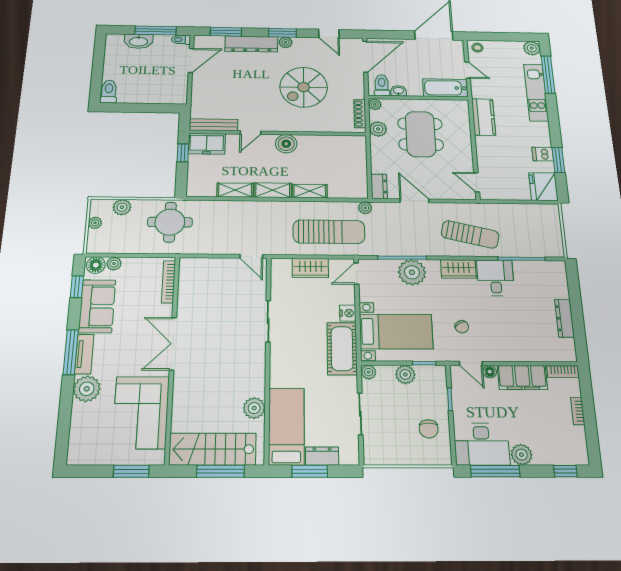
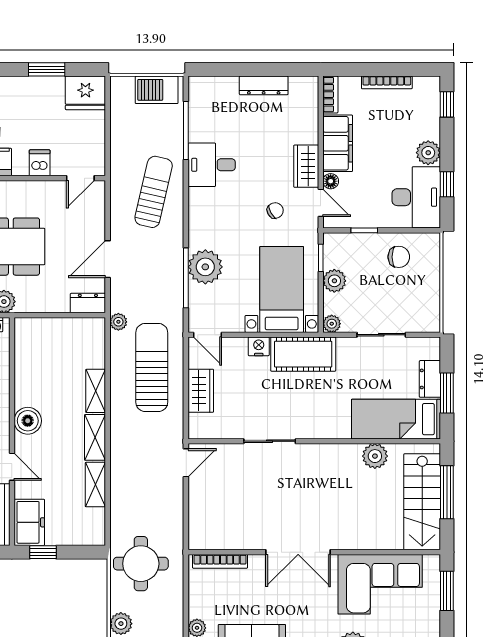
dishwasher: (543, 154) -> (40, 163), moved, turned 180
barbecue: (552, 237) -> (157, 90), added
wardrobe: (458, 269) -> (306, 166), moved, turned 180
door: (471, 363) -> (321, 203), hinge flipped
bookcase: (578, 411) -> (387, 82), width x1.56
window: (495, 471) -> (447, 184), width x0.46

